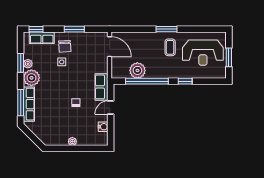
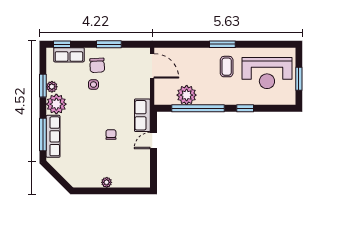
water cooler: (103, 127) -> (144, 164), removed

